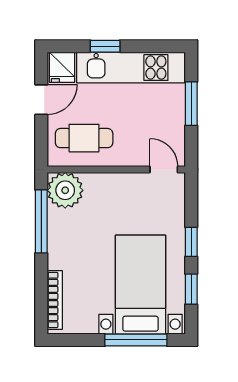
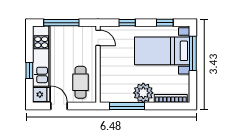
window: (191, 104) -> (61, 23), width x1.44
door: (164, 170) -> (98, 38), swing flipped
plant: (65, 190) -> (143, 93), moved
window: (191, 242) -> (127, 23), moved

